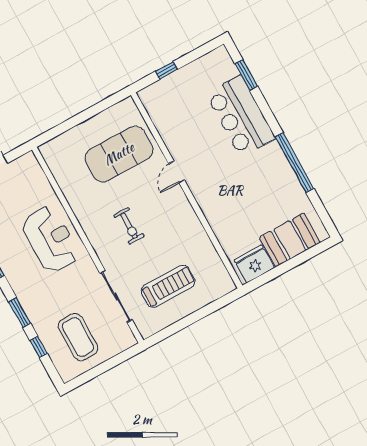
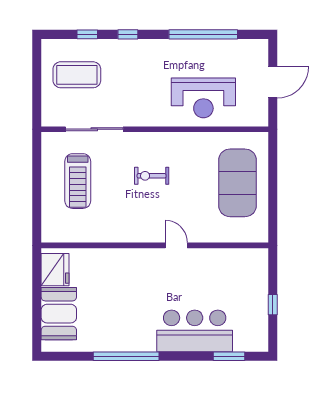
window: (166, 70) -> (273, 305), moved
exercise mat: (119, 154) -> (237, 183), moved
reception desk: (50, 239) -> (203, 98), moved
window: (20, 313) -> (128, 34), width x0.67

